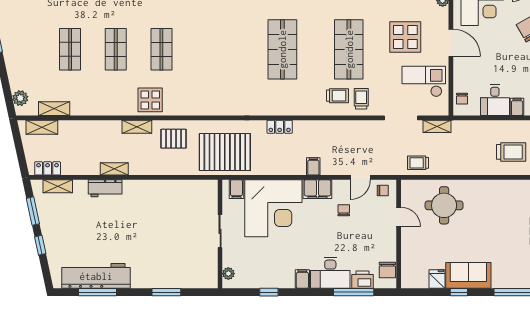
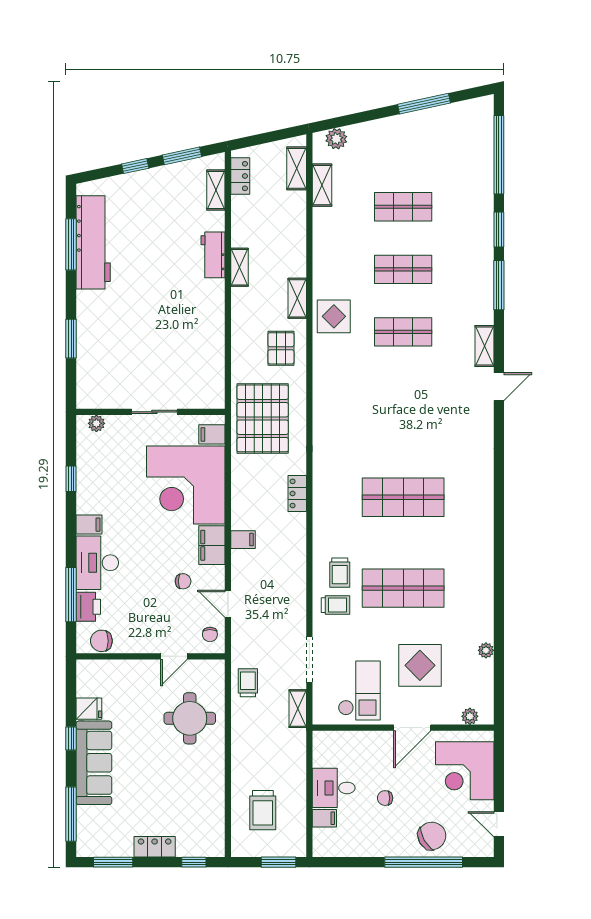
chair: (462, 99) -> (385, 798), moved
sofa: (468, 275) -> (94, 763), width x1.36

